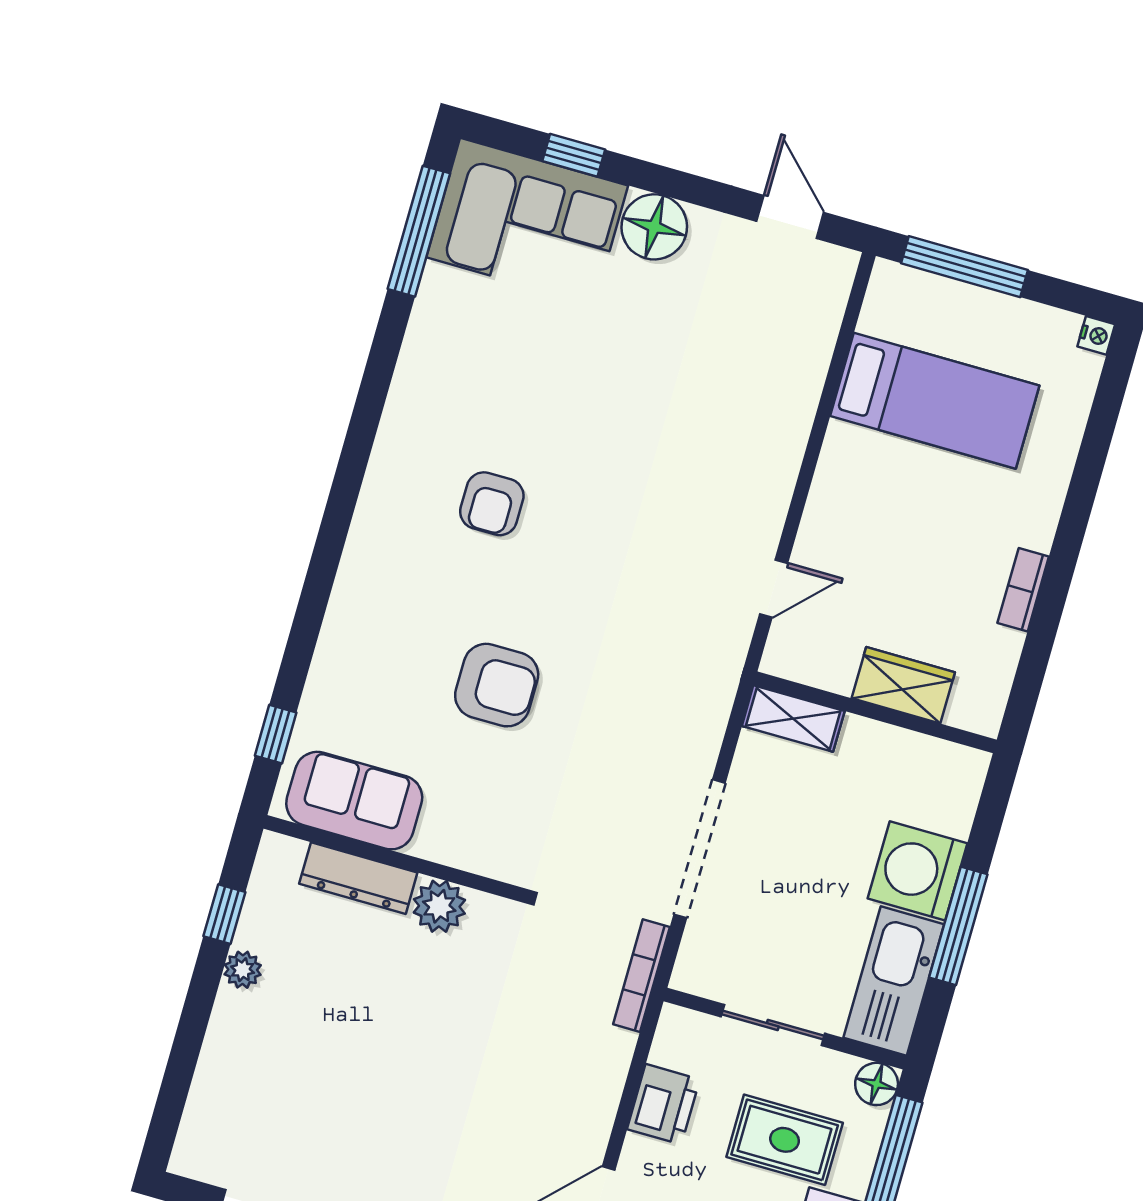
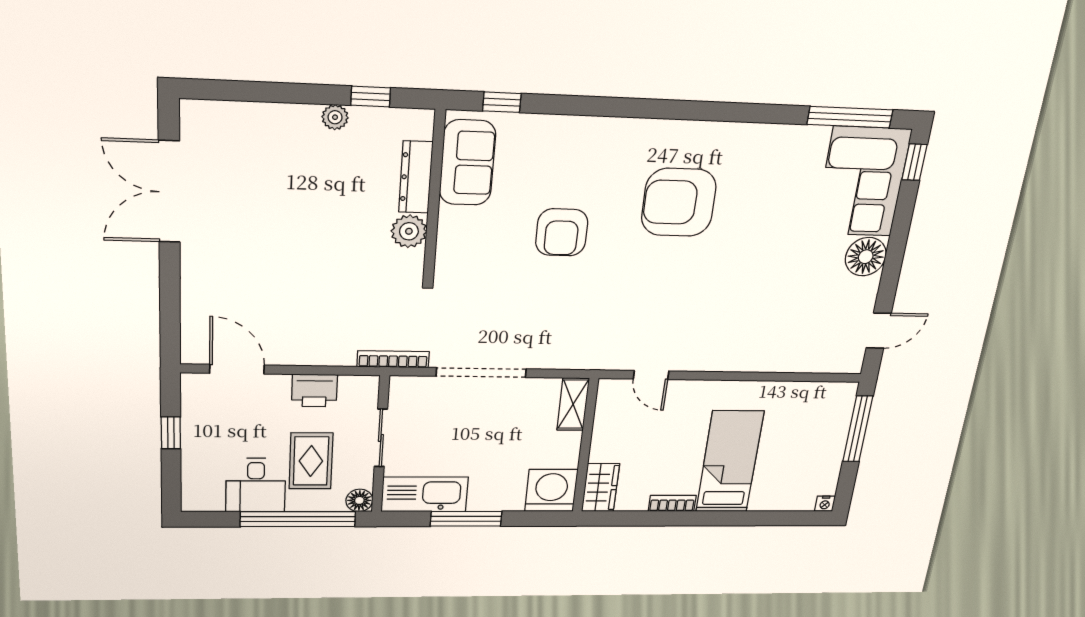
window: (574, 155) -> (914, 162), moved
bed: (935, 401) -> (730, 462), moved, turned 180
armchair: (492, 504) -> (679, 202), width x1.88, depth x1.88
wardrobe: (903, 685) -> (600, 488), moved
washing machine: (917, 871) -> (551, 491), moved

